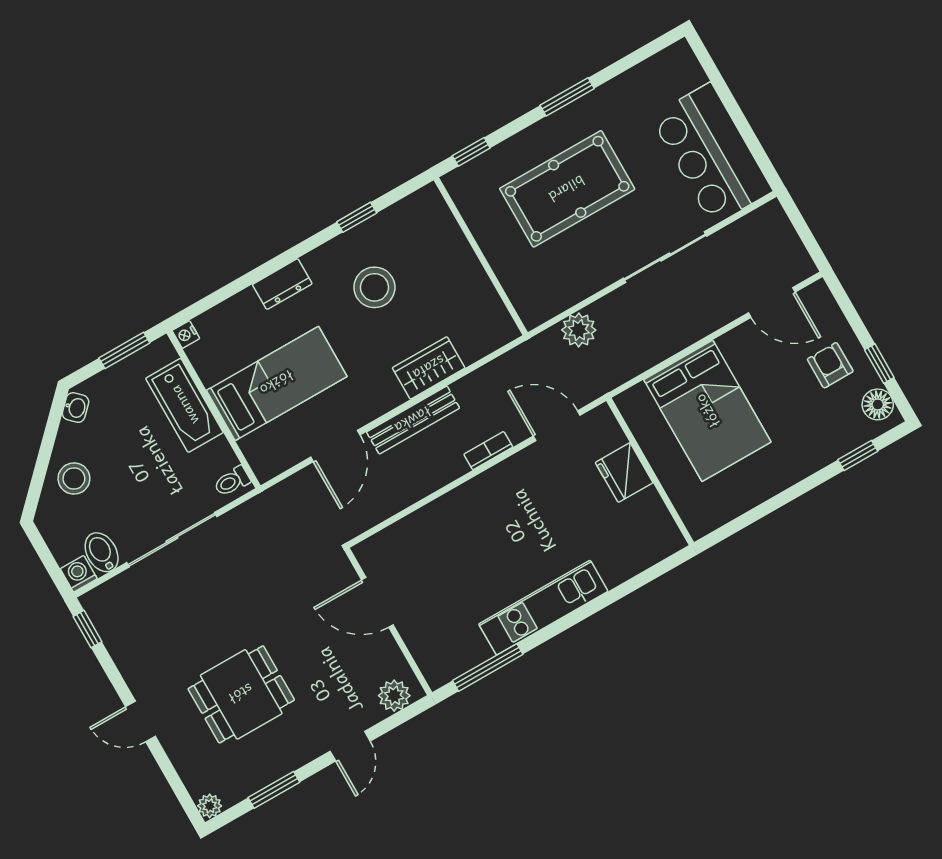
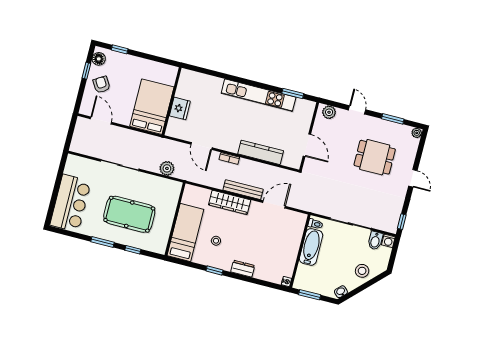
window: (471, 152) -> (133, 250), moved
bar counter: (712, 154) -> (70, 203), moved
window: (357, 217) -> (215, 270), moved
stool: (374, 287) -> (216, 241), width x0.53, depth x0.53
armchair: (830, 365) -> (102, 85), turned 148
wardrobe: (429, 368) -> (230, 202), width x1.50
bed: (277, 383) -> (185, 232), moved, turned 90
bathtub: (184, 405) -> (311, 247), moved
wall: (650, 471) -> (172, 101), moved
fridge: (624, 473) -> (180, 108), moved
kitchen counter: (445, 513) -> (261, 152), added
kitchen unit: (543, 608) -> (259, 95), width x1.36
window: (488, 667) -> (293, 93), width x0.69
door: (350, 746) -> (357, 110), hinge flipped

